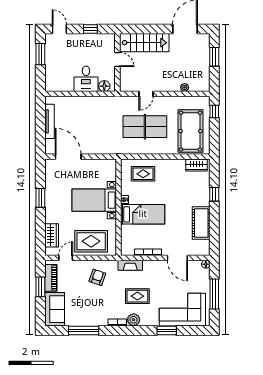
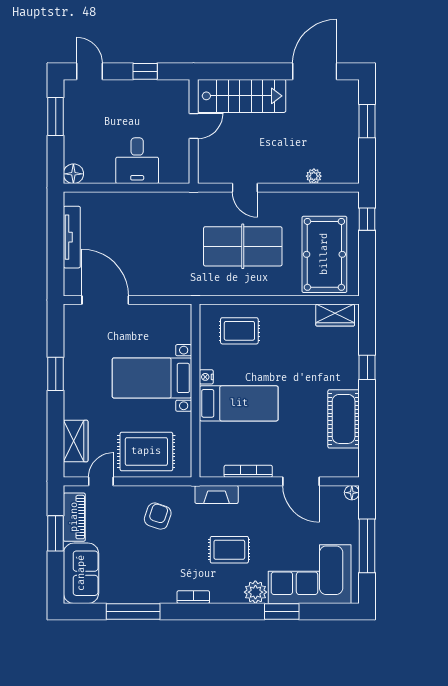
door: (117, 59) -> (194, 126), hinge flipped
floor lamp: (104, 86) -> (73, 174), moved
door: (146, 94) -> (245, 188), hinge flipped
plant: (134, 320) -> (255, 592), moved

